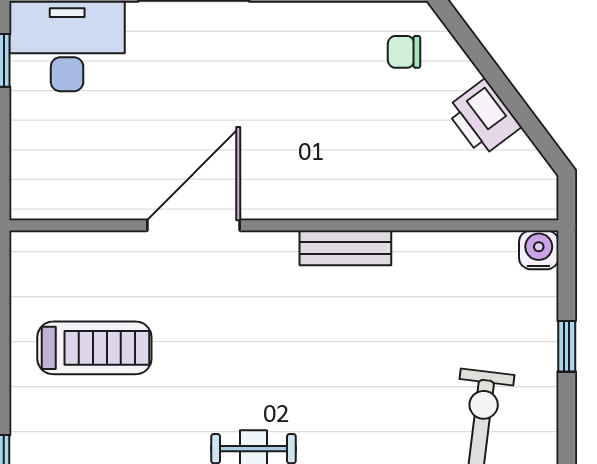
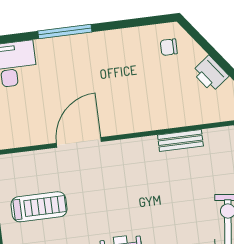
bench: (345, 248) -> (180, 140), moved

